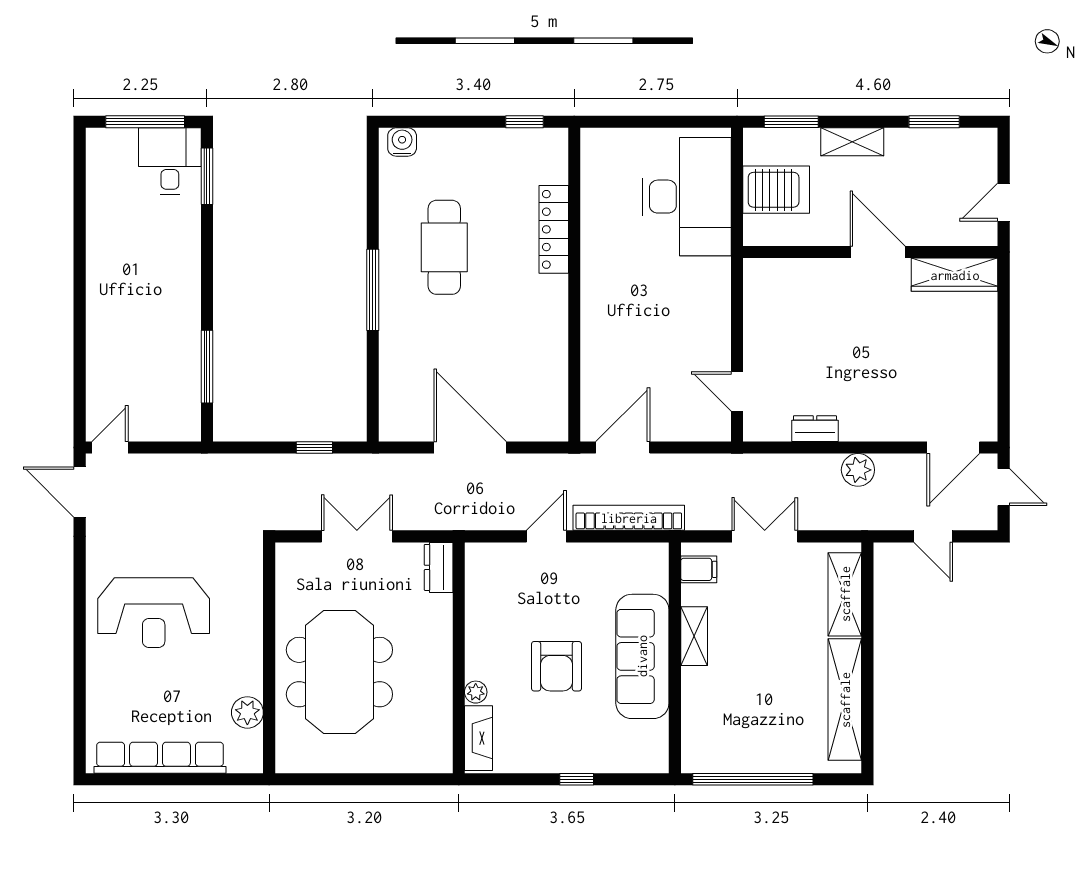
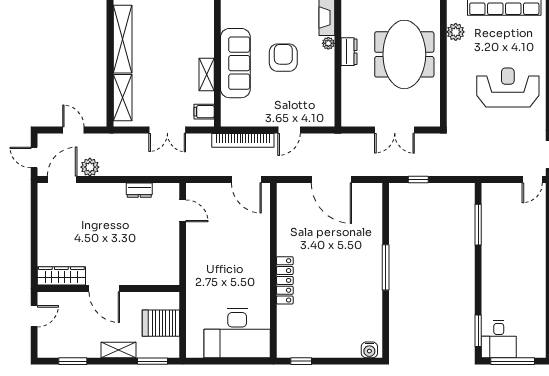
desk: (687, 197) -> (237, 333), moved, turned -90
locker: (554, 229) -> (285, 280), moved
cafe table: (444, 247) -> (346, 291), removed
door: (623, 448) -> (246, 180), hinge flipped
plant: (858, 470) -> (90, 167), moved
dresser: (439, 567) -> (349, 52), moved

